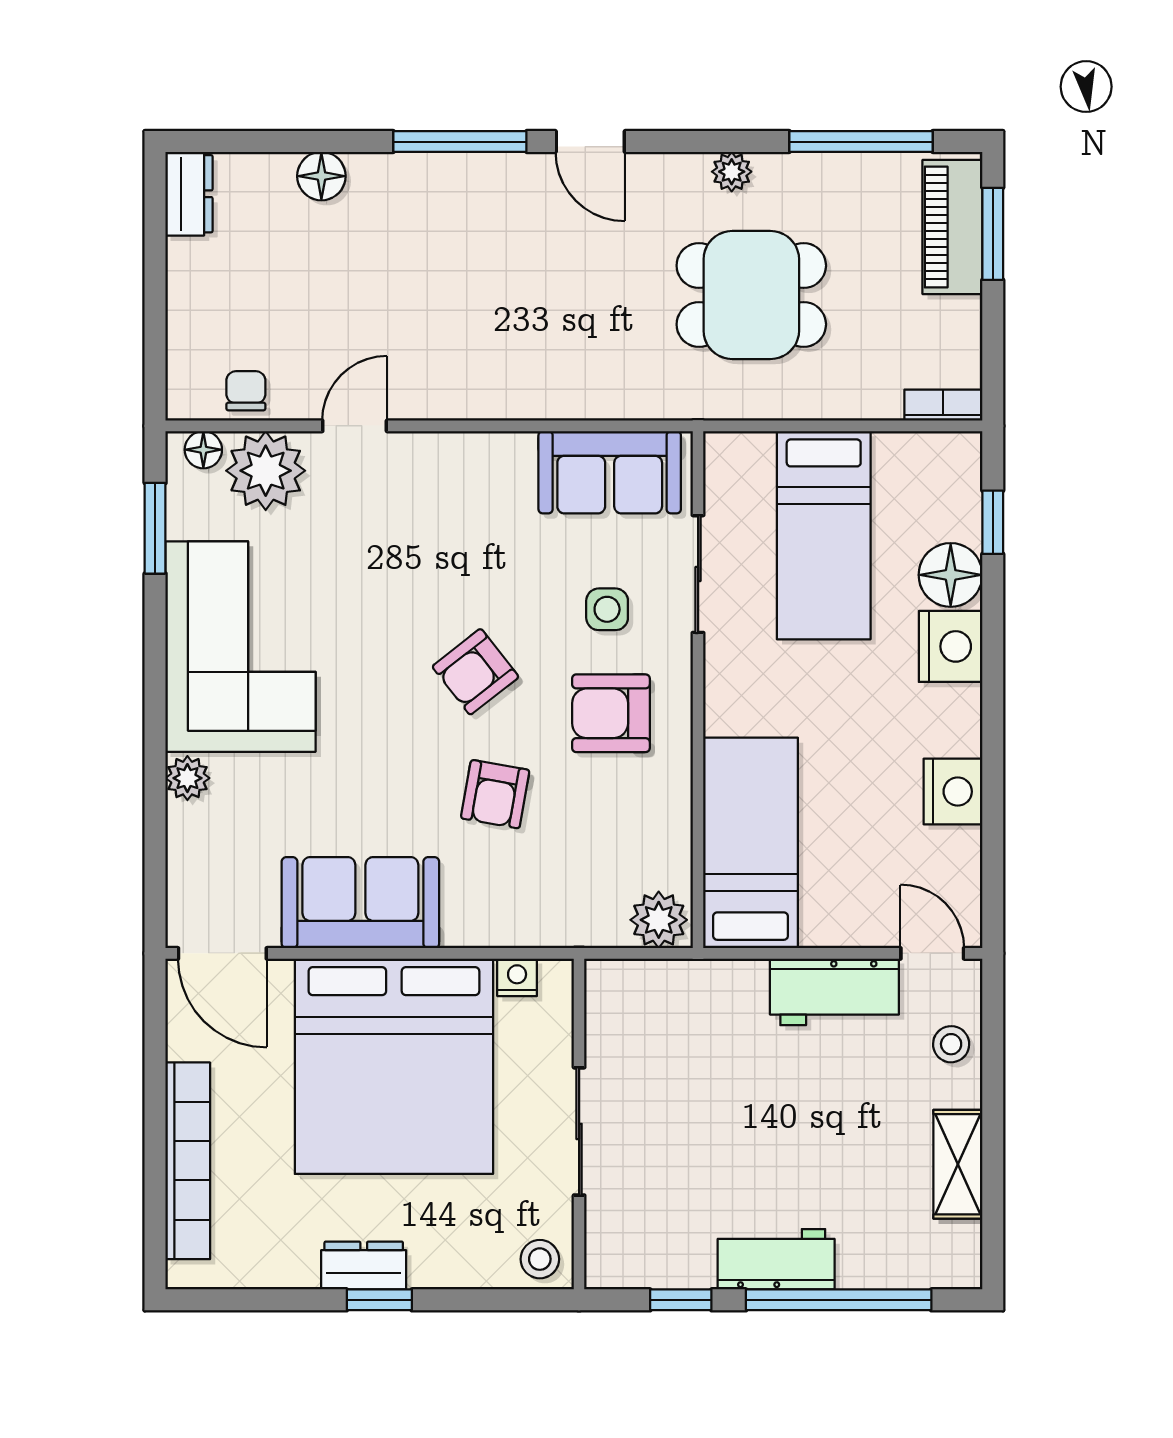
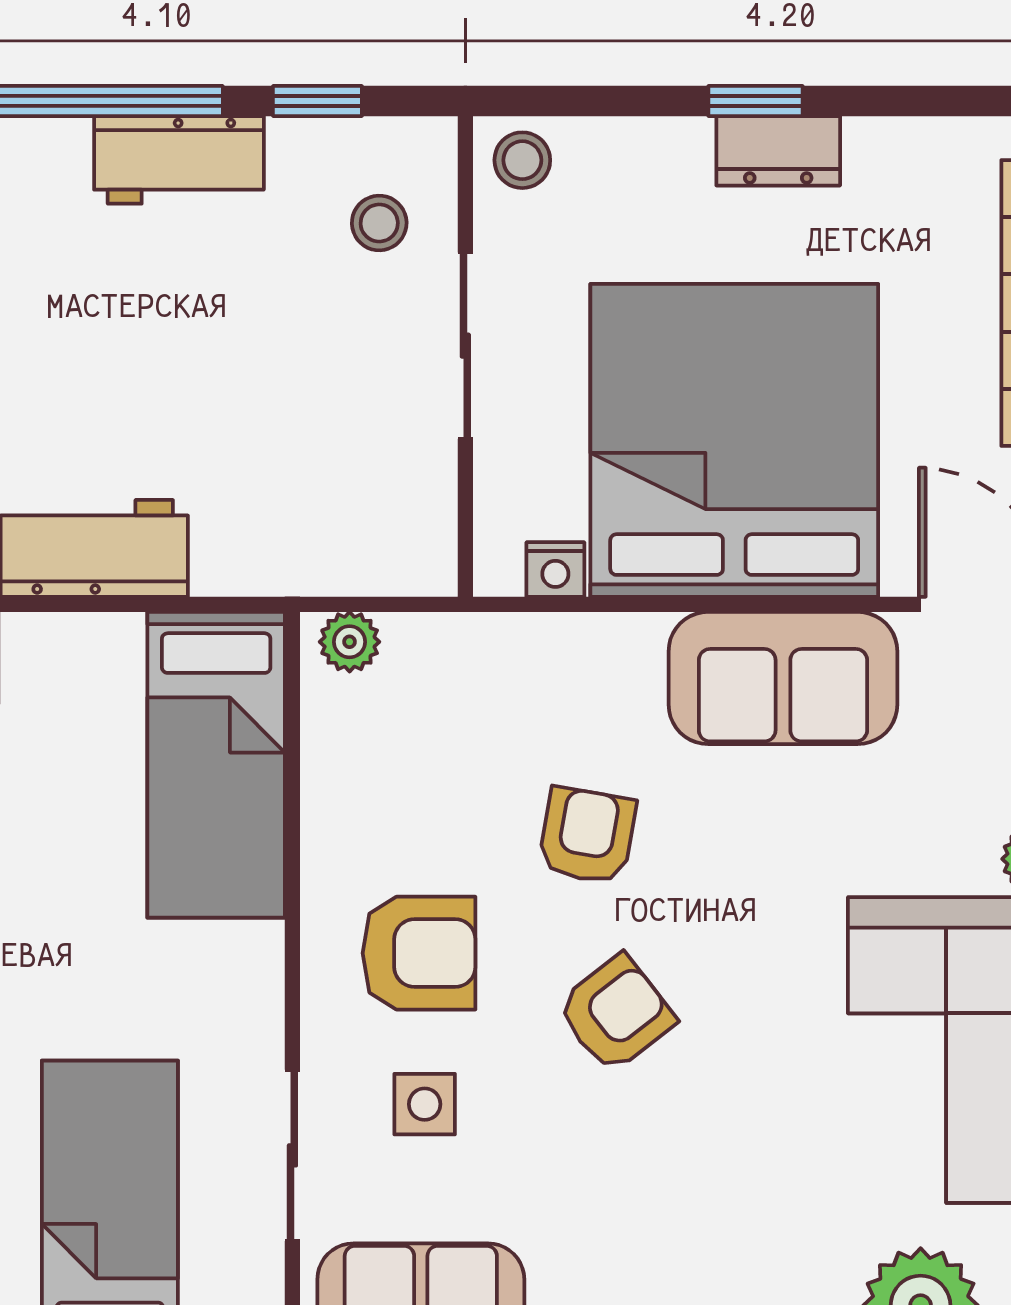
plant: (659, 920) -> (350, 642), width x0.73, depth x0.73
stool: (638, 1216) -> (379, 223), added

